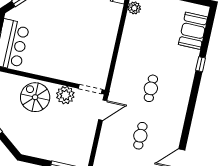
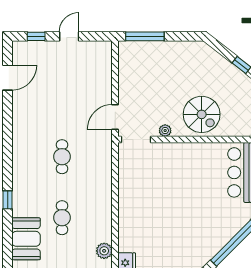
plant: (65, 95) -> (165, 131), width x0.53, depth x0.53
cafe table: (140, 136) -> (62, 218), moved

